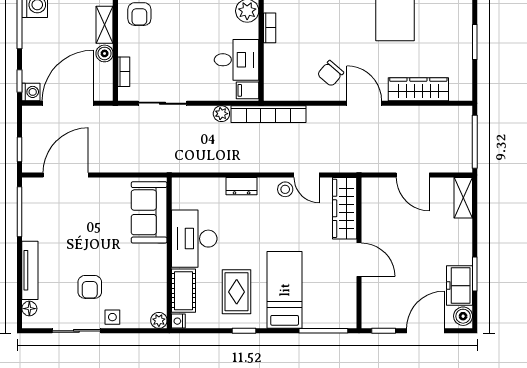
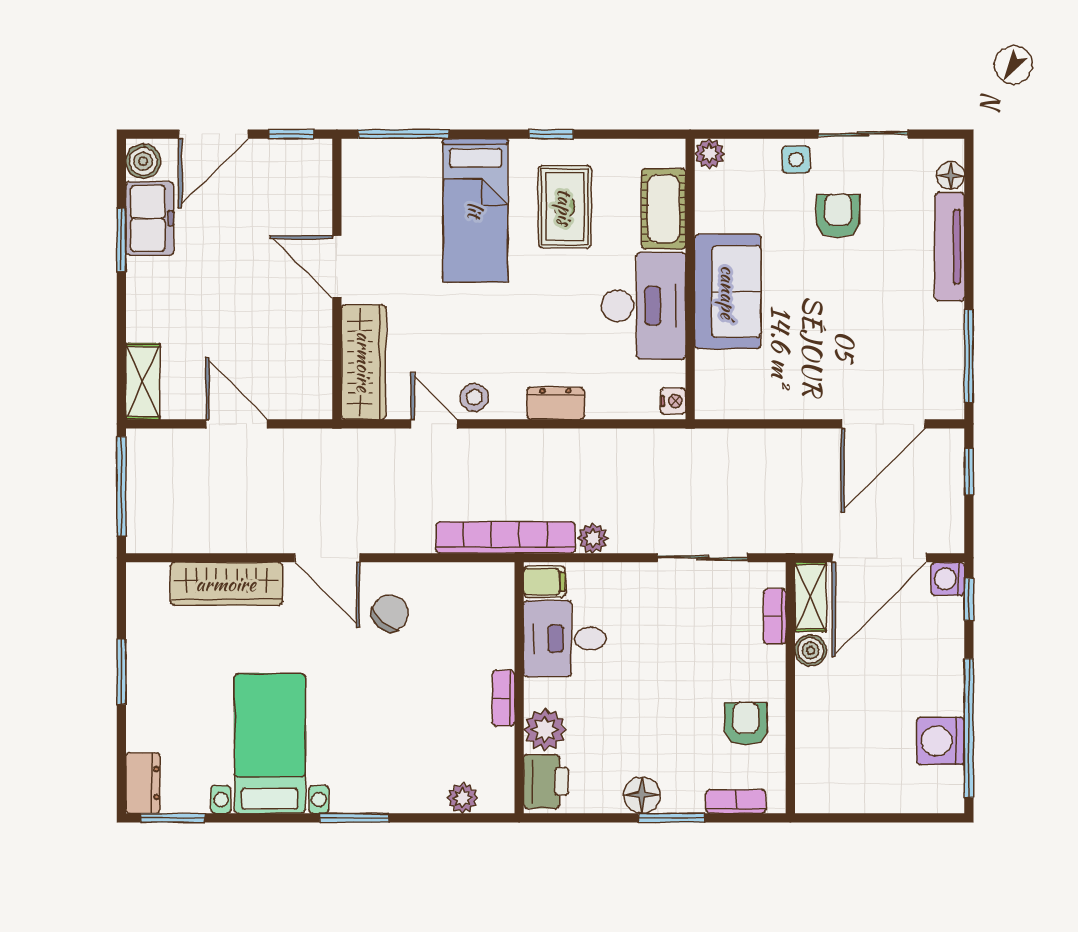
shelving: (105, 25) -> (810, 597), moved
sofa: (149, 212) -> (728, 292), moved
nightstand: (178, 321) -> (673, 401), moved

